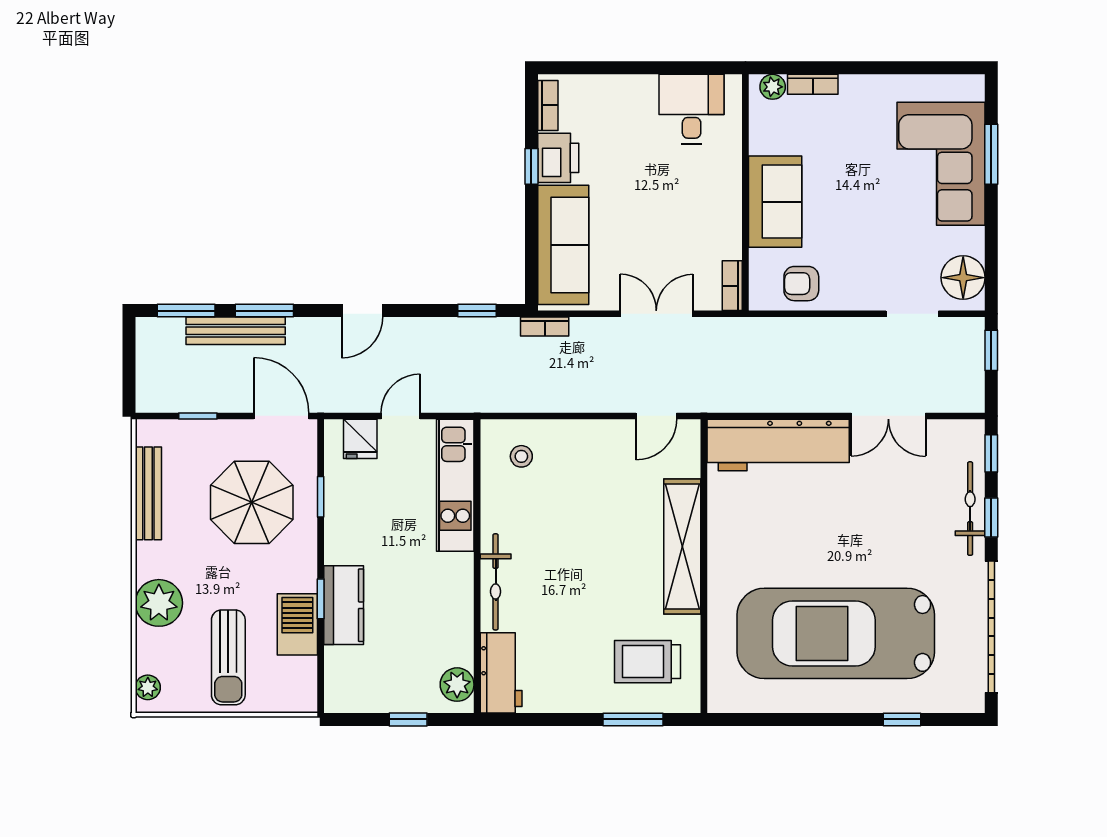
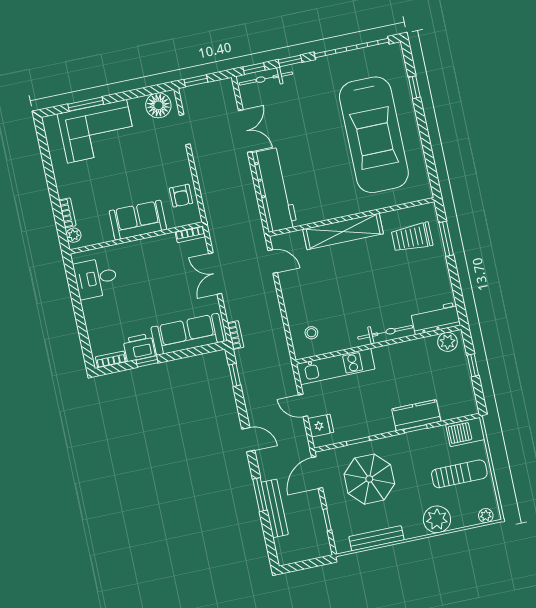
window: (186, 311) -> (269, 539), removed
bicycle: (970, 509) -> (266, 79), moved
barbecue: (297, 624) -> (465, 432), moved
trolley: (648, 662) -> (412, 237), turned 90

